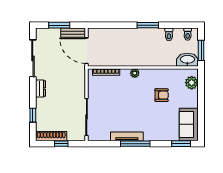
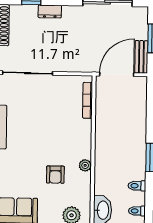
plant: (135, 73) -> (85, 165), moved
dresser: (41, 89) -> (50, 11), moved

